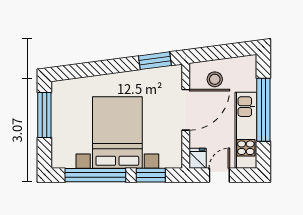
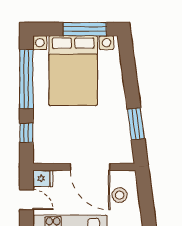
window: (155, 61) -> (136, 124), moved
bed with nightstands: (117, 132) -> (73, 71), moved, turned 90
window: (151, 175) -> (26, 133), width x0.67

